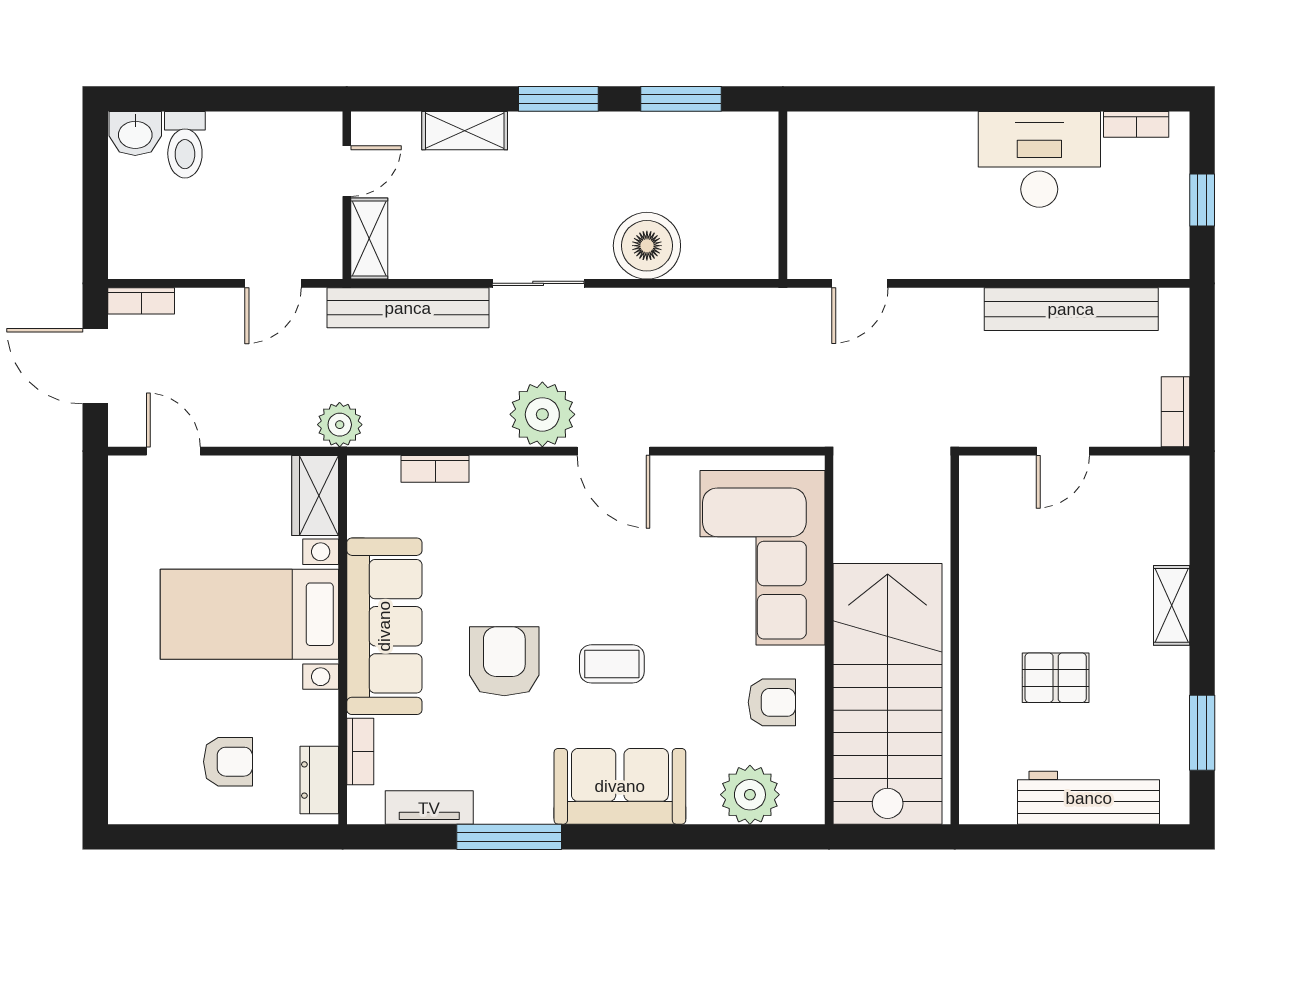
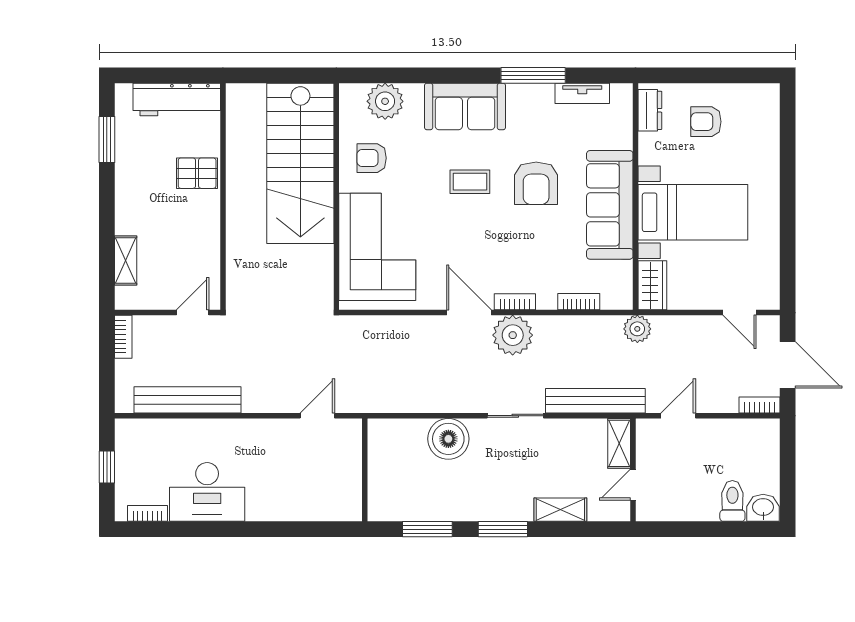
shelving: (1172, 605) -> (126, 260), moved
wall: (955, 640) -> (223, 197), moved
bookcase: (360, 751) -> (515, 302), moved, turned 90

